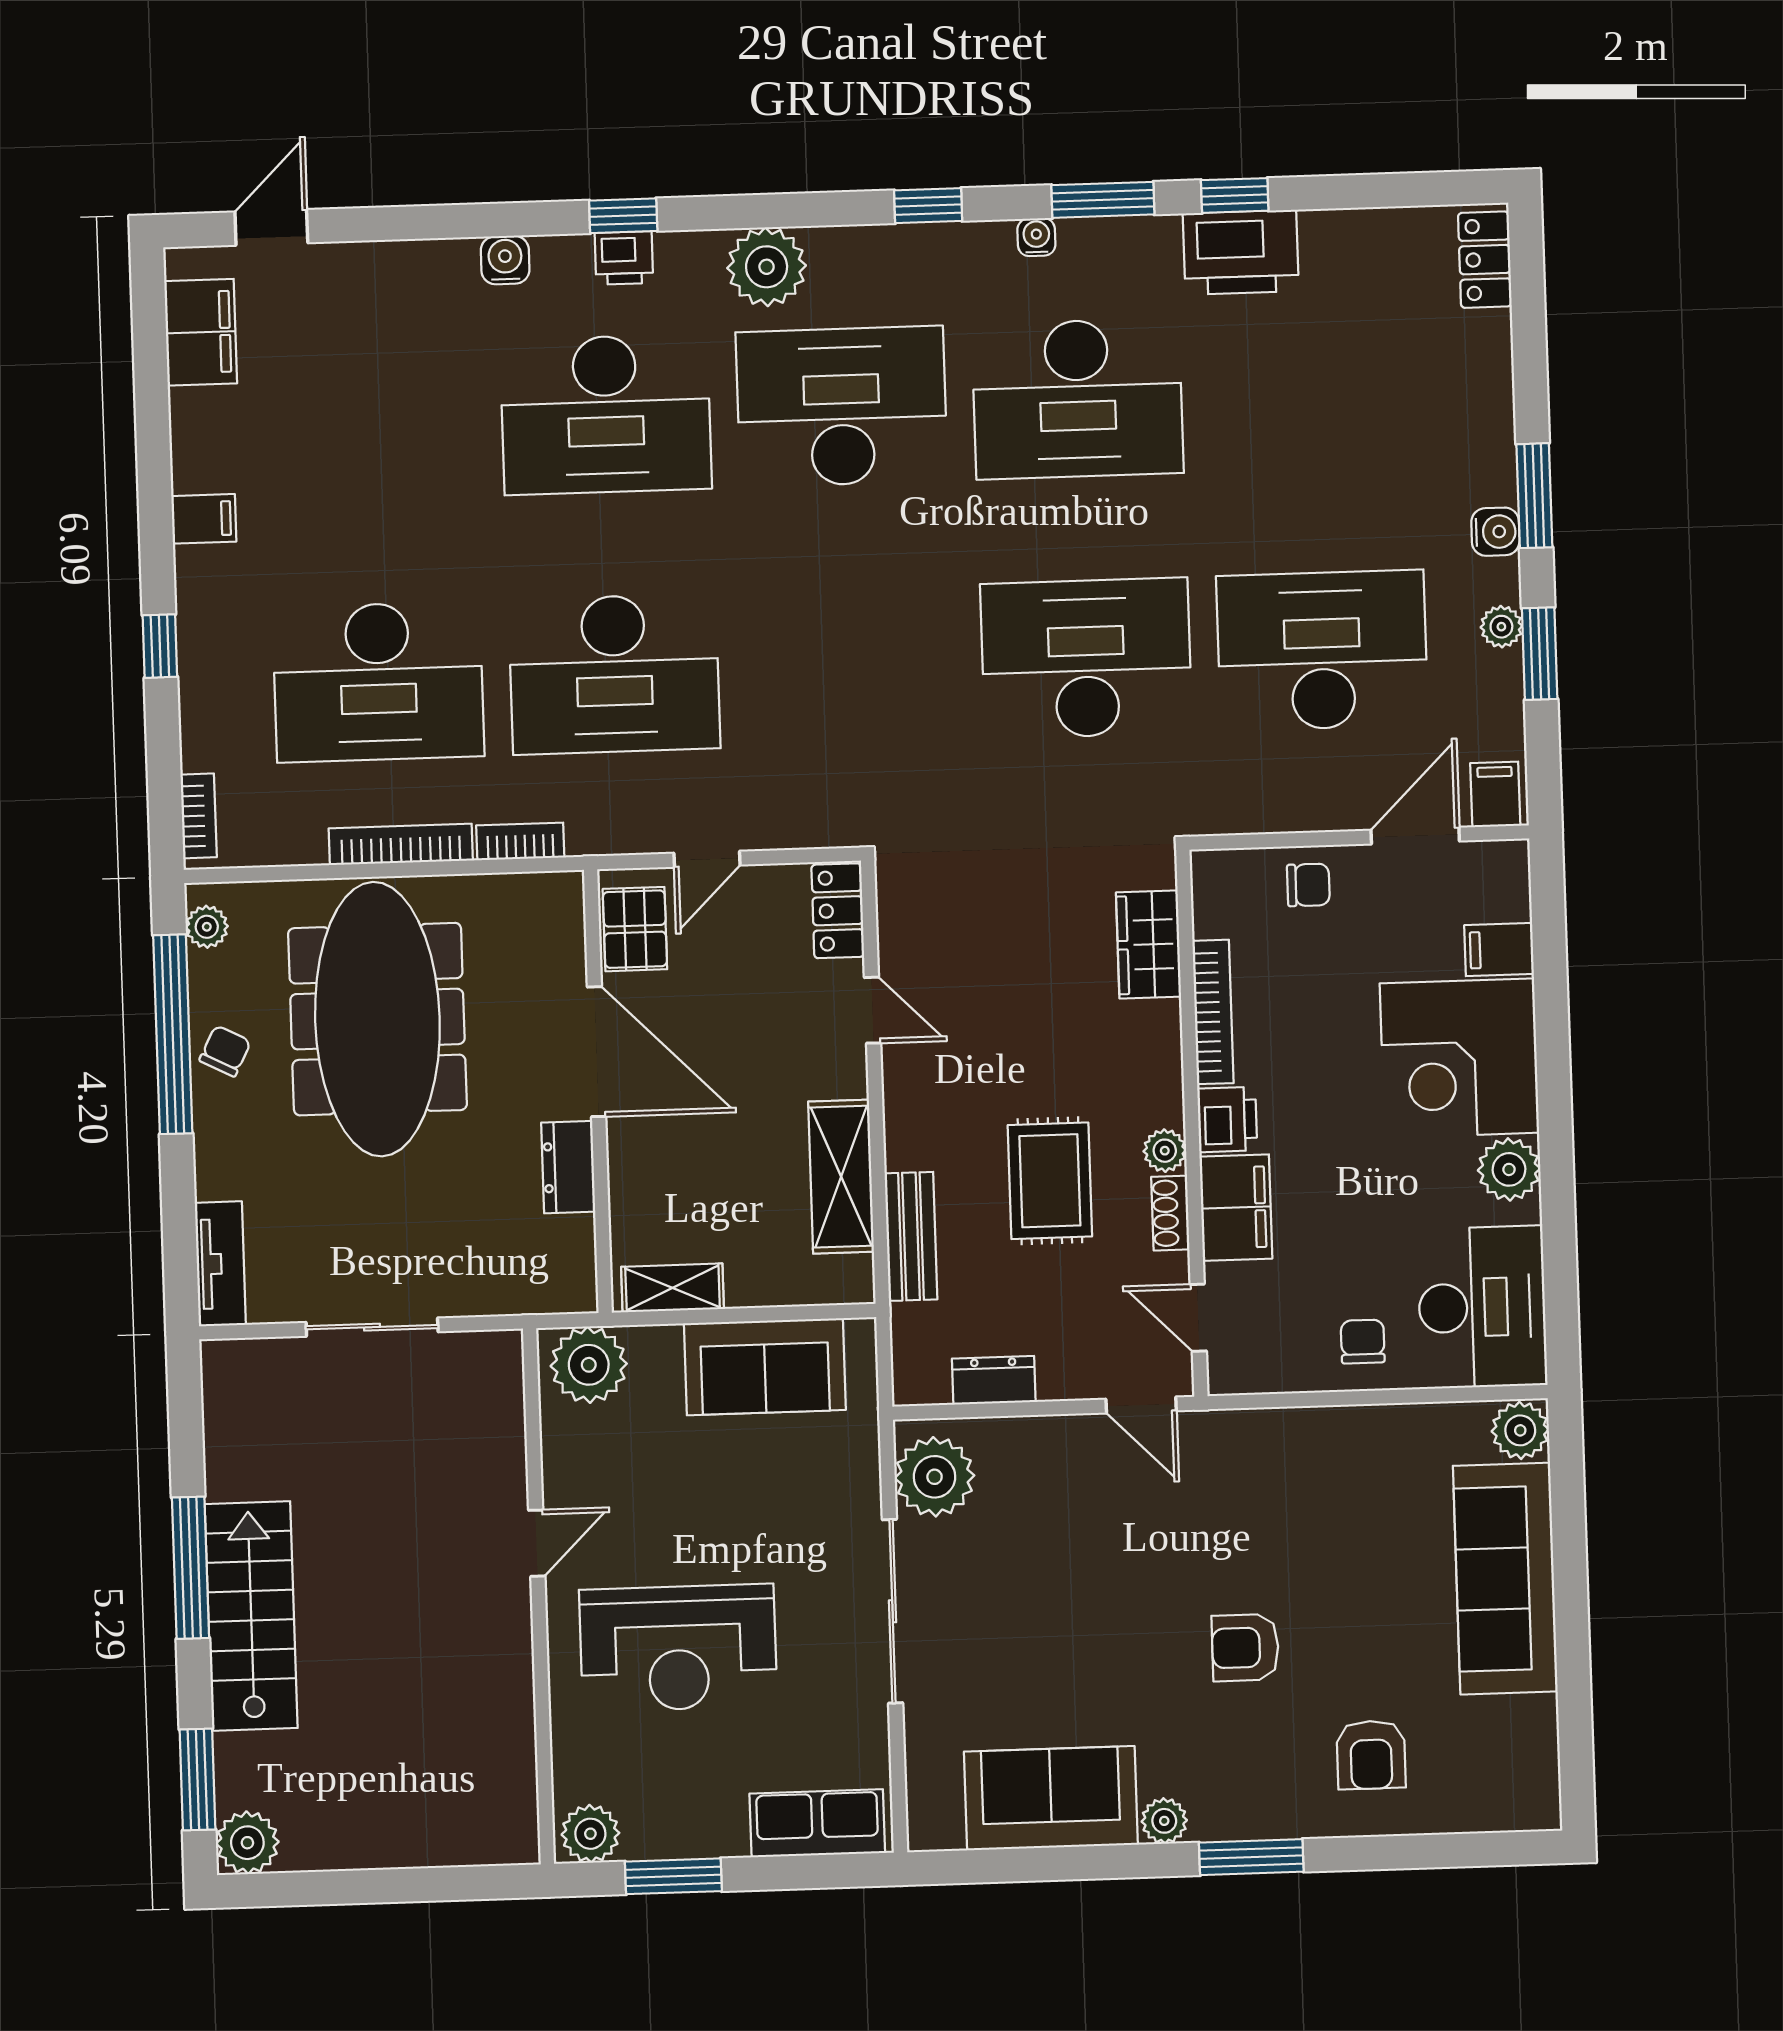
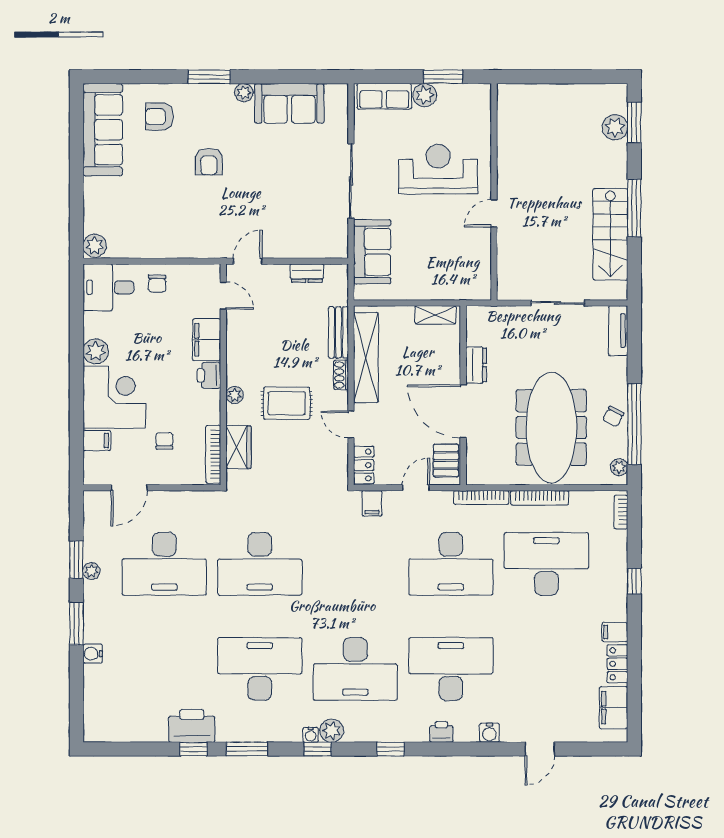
window: (623, 216) -> (391, 749), moved
door: (271, 227) -> (540, 749), moved
water cooler: (1036, 237) -> (311, 735), moved
locker: (1485, 260) -> (617, 664), moved, turned 180
plant: (767, 267) -> (332, 731), moved, width x0.73, depth x0.73
water cooler: (1495, 532) -> (93, 654), moved
desk: (614, 674) -> (451, 564), turned 180
filing cabinet: (1495, 794) -> (372, 503), moved
bookcase: (520, 841) -> (481, 497), width x1.56
chair: (1308, 885) -> (164, 441), moved, turned 90
bookcase: (1213, 1012) -> (213, 454), moved
plant: (1165, 1151) -> (235, 395), moved
shelving: (841, 1177) -> (366, 357), width x1.47
rug: (1050, 1181) -> (287, 403), moved, turned 90
shoe rack: (1170, 1213) -> (341, 375), moved, turned 180
desk: (1482, 1307) -> (108, 287), width x0.73
plant: (589, 1365) -> (470, 285), removed
sofa: (765, 1367) -> (372, 252), moved, turned 90
door: (1141, 1405) -> (248, 261), hinge flipped
plant: (935, 1477) -> (332, 235), removed
sofa: (1505, 1579) -> (103, 130), moved
stairs: (251, 1616) -> (610, 234), moved
armchair: (1245, 1648) -> (209, 162), turned 90
armchair: (1371, 1755) -> (159, 117), turned -90
plant: (590, 1834) -> (425, 95), moved
plant: (247, 1843) -> (615, 127), moved

